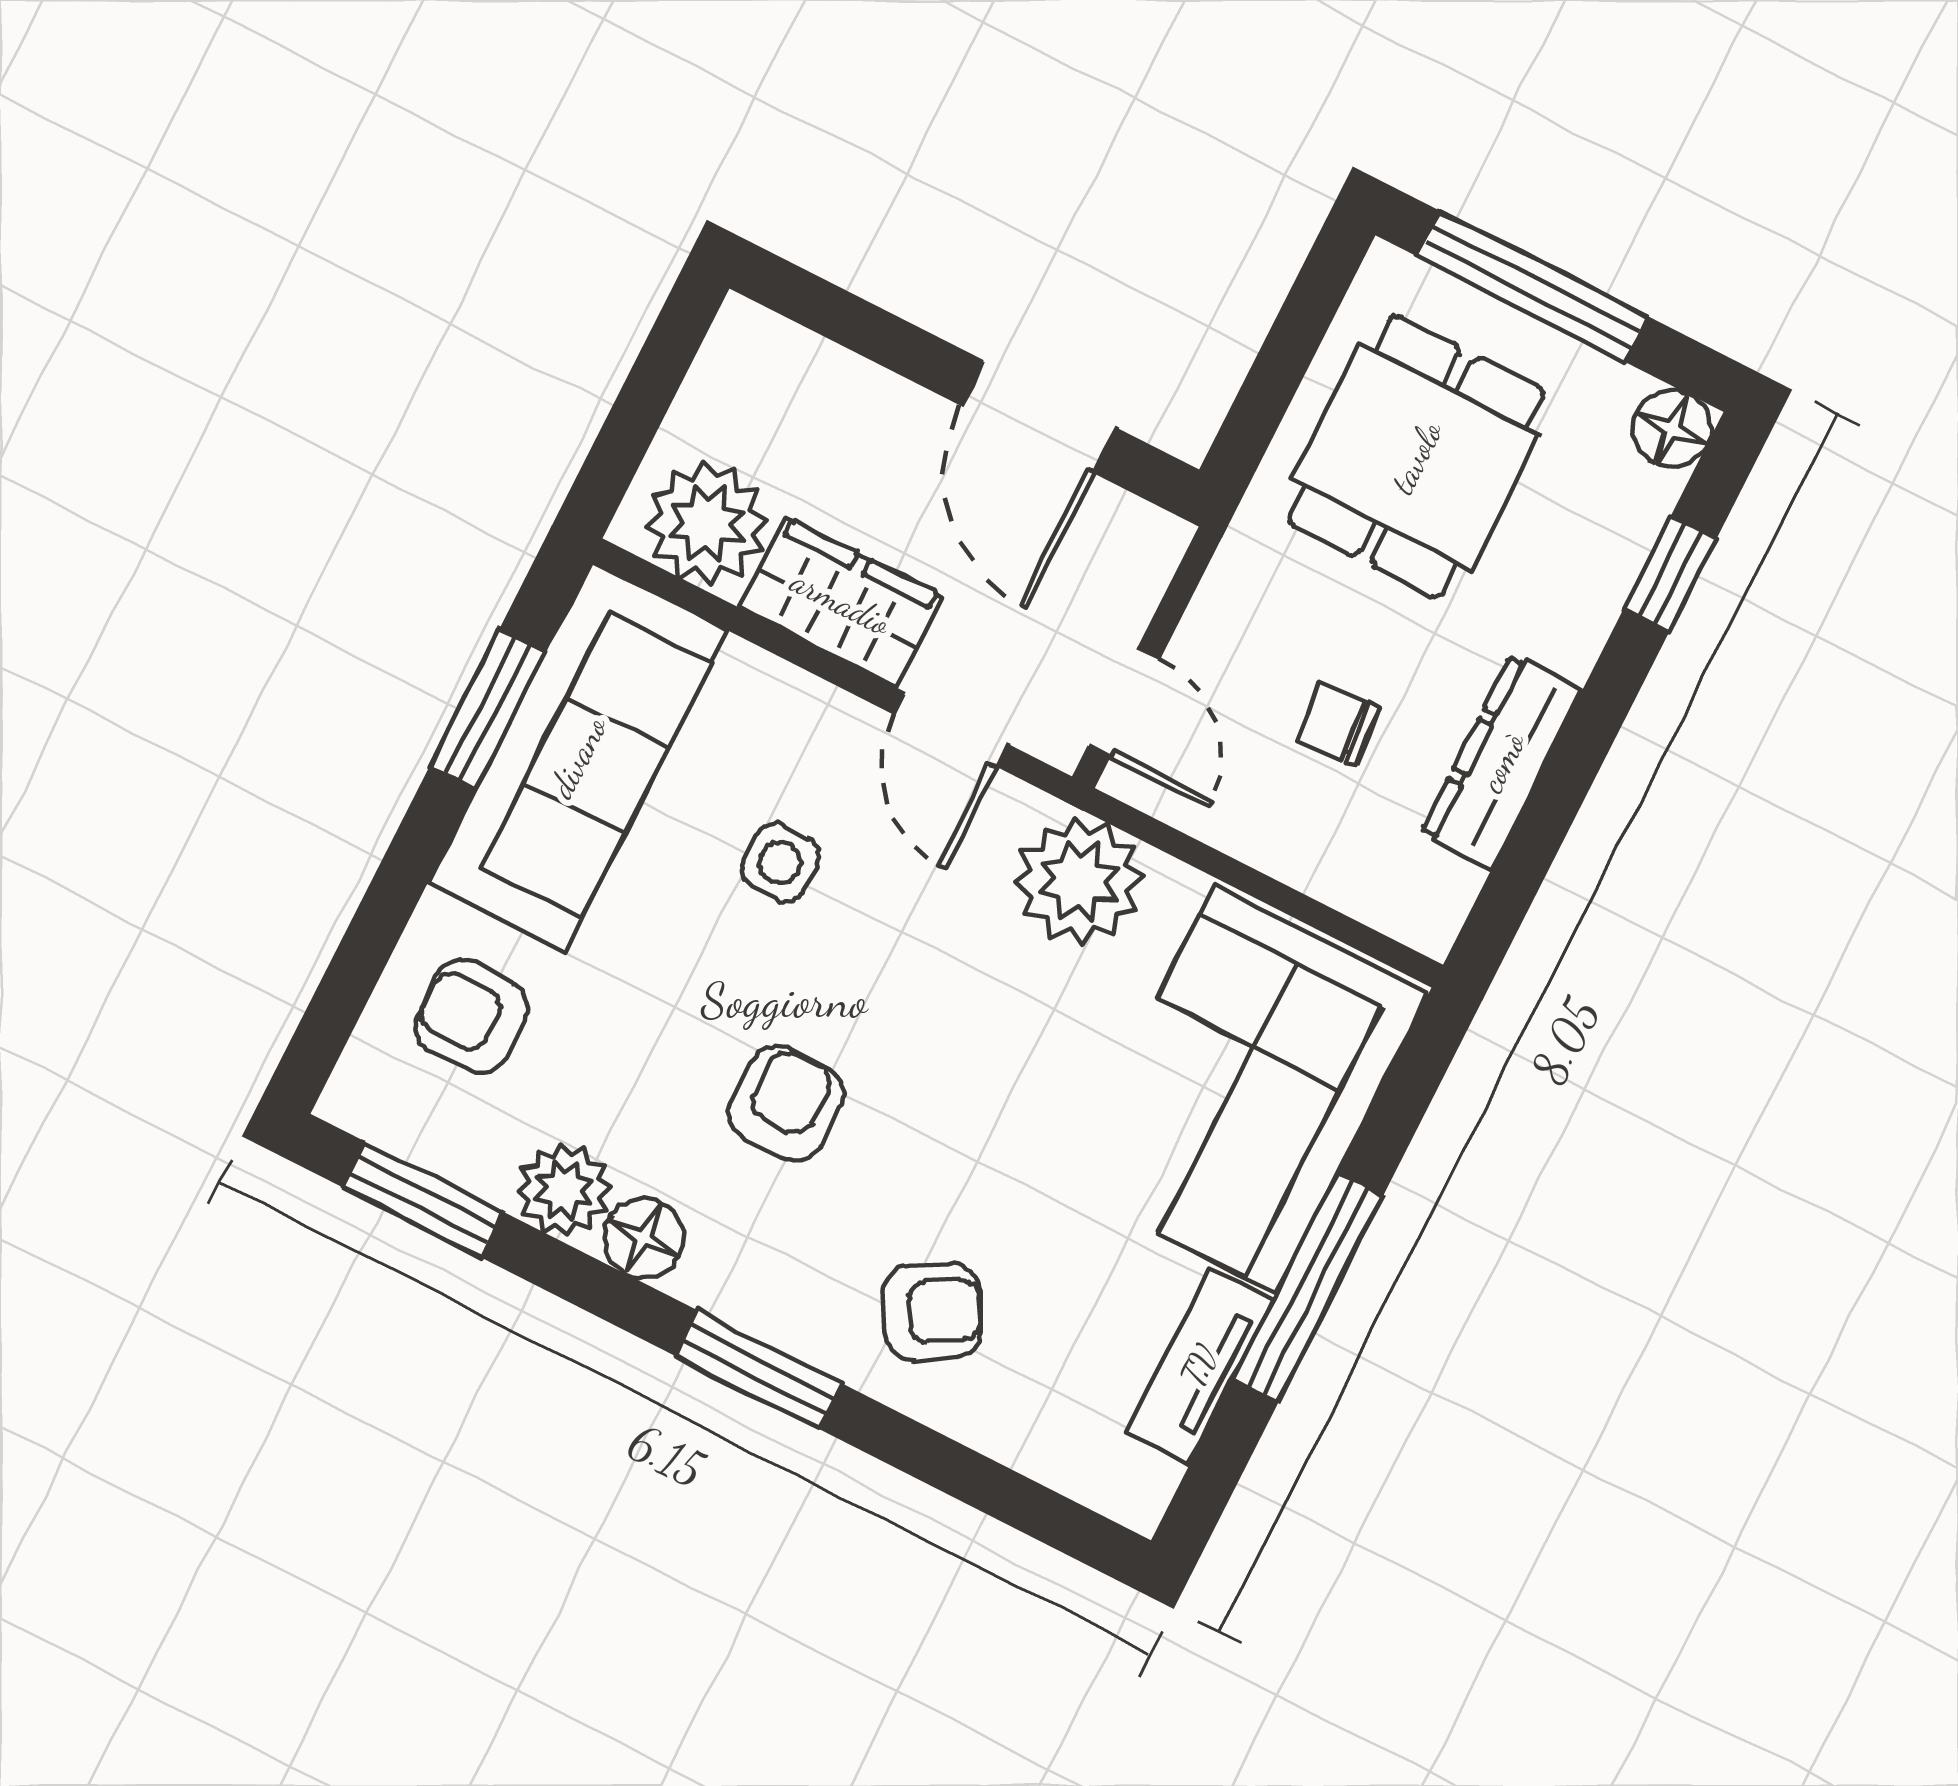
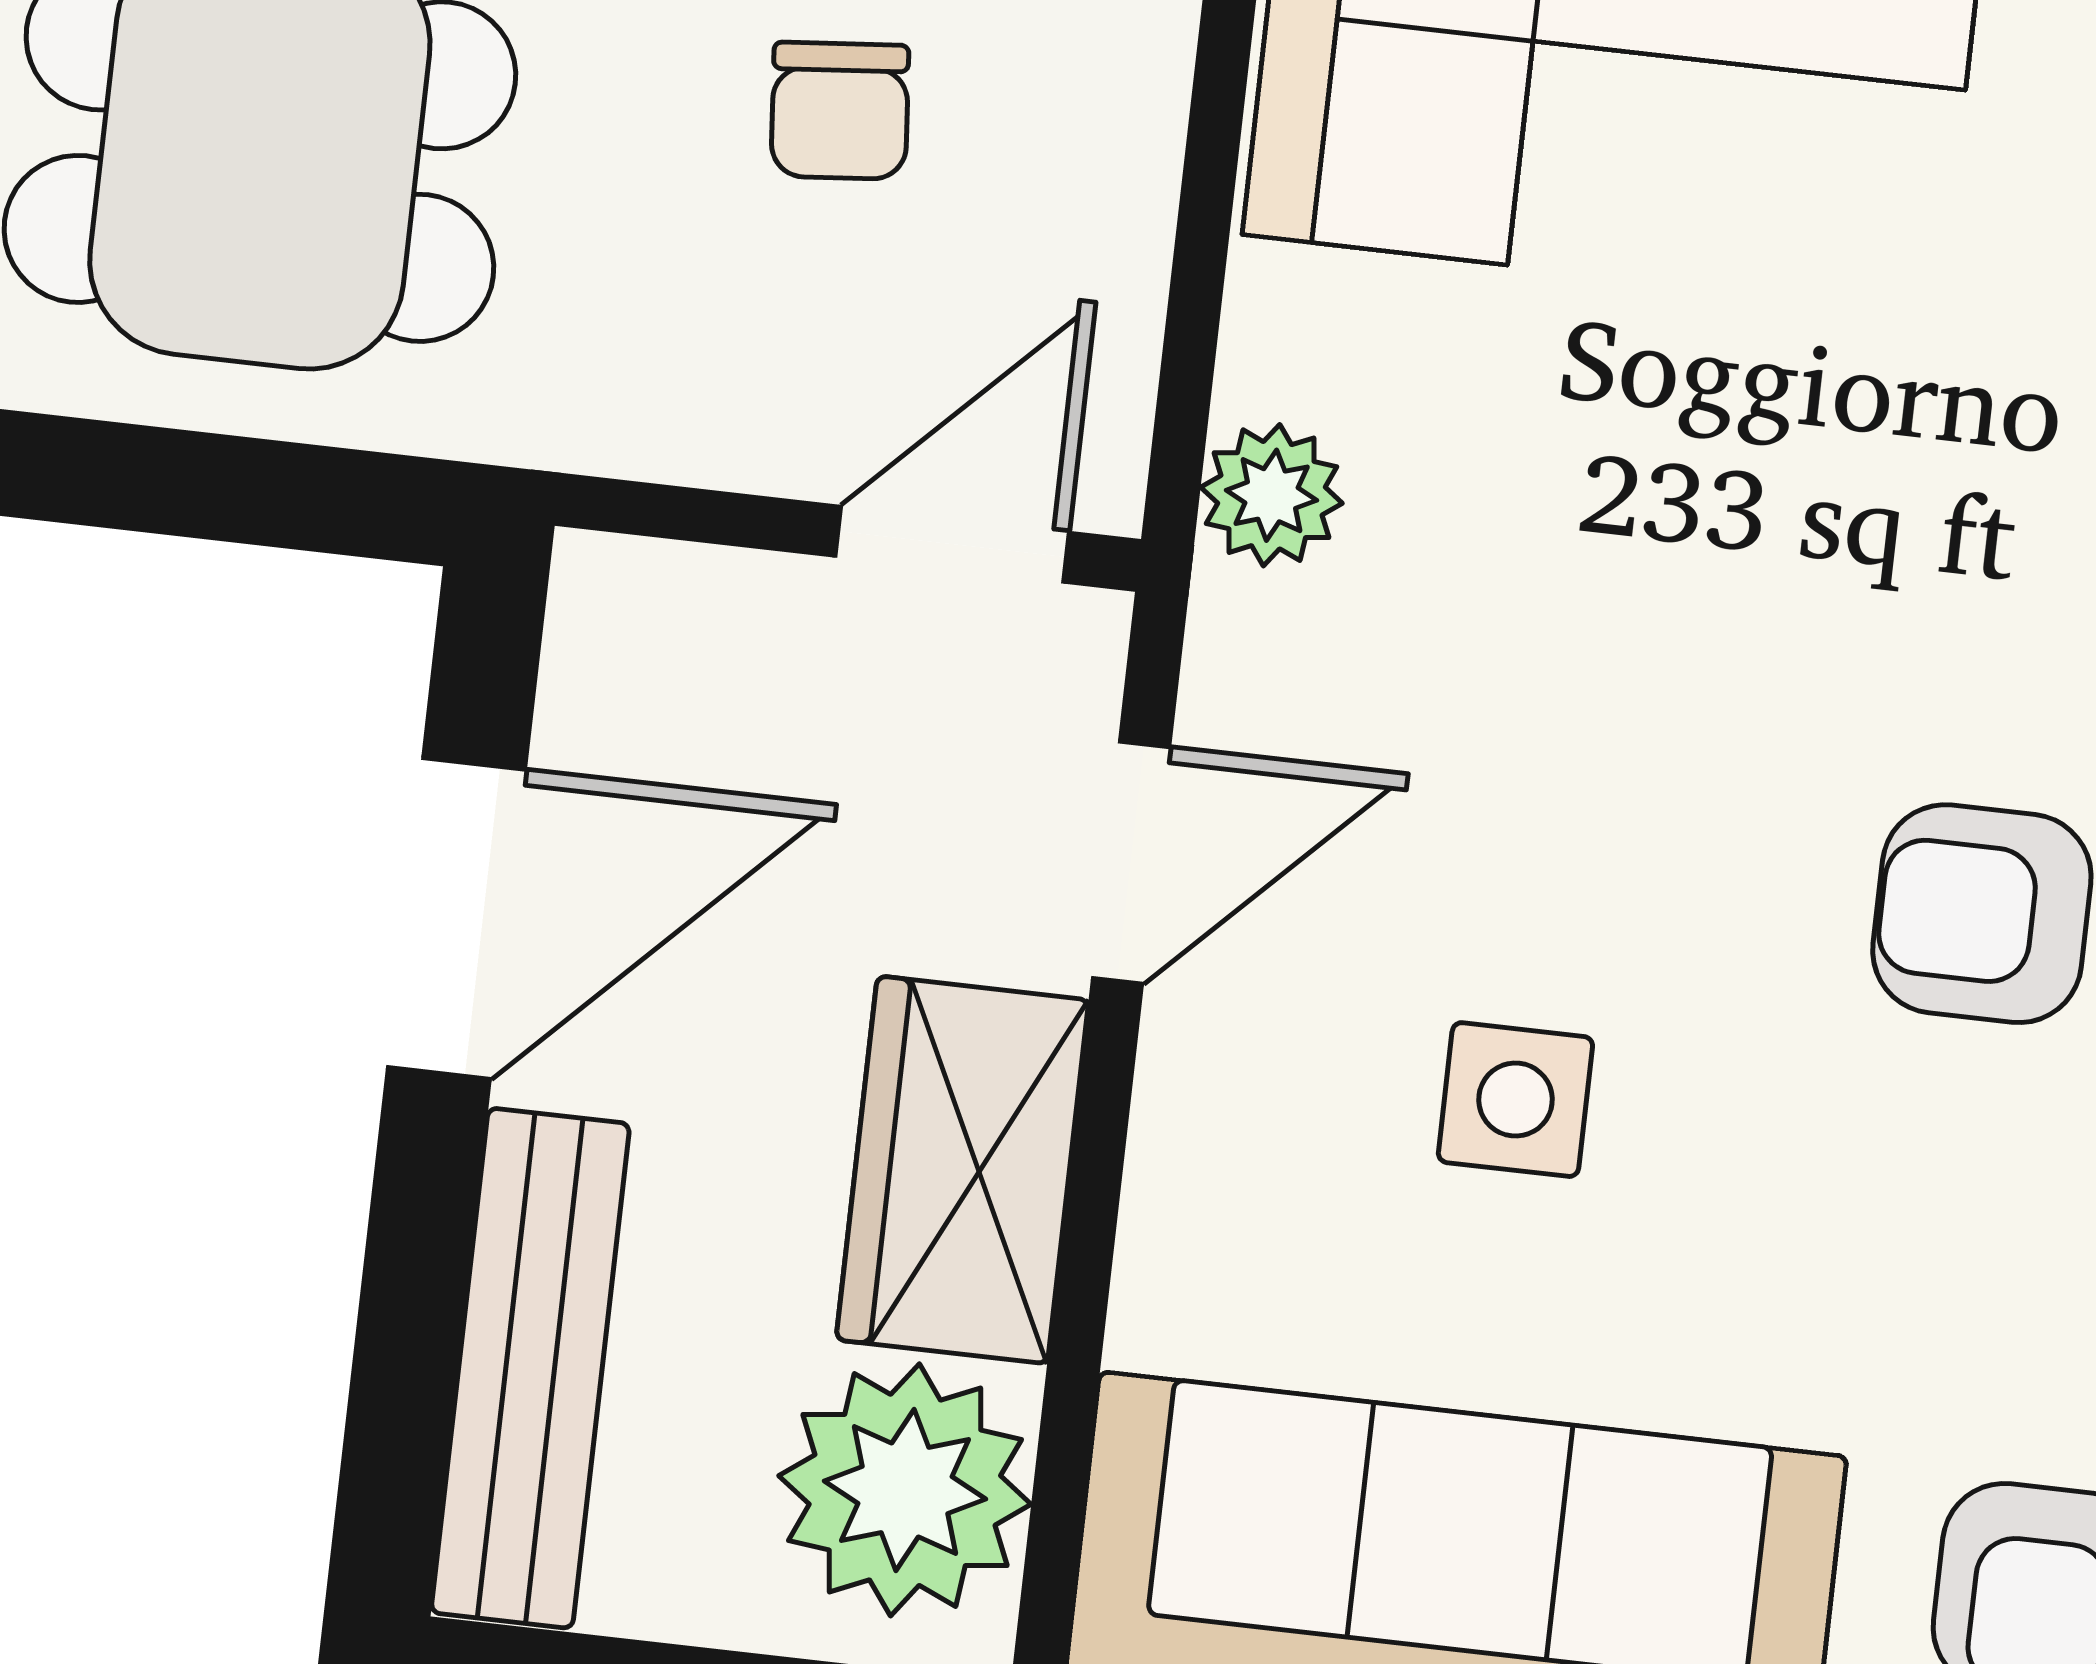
bench: (824, 375) -> (530, 1368), added
plant: (1079, 881) -> (1272, 495), width x0.53, depth x0.53

